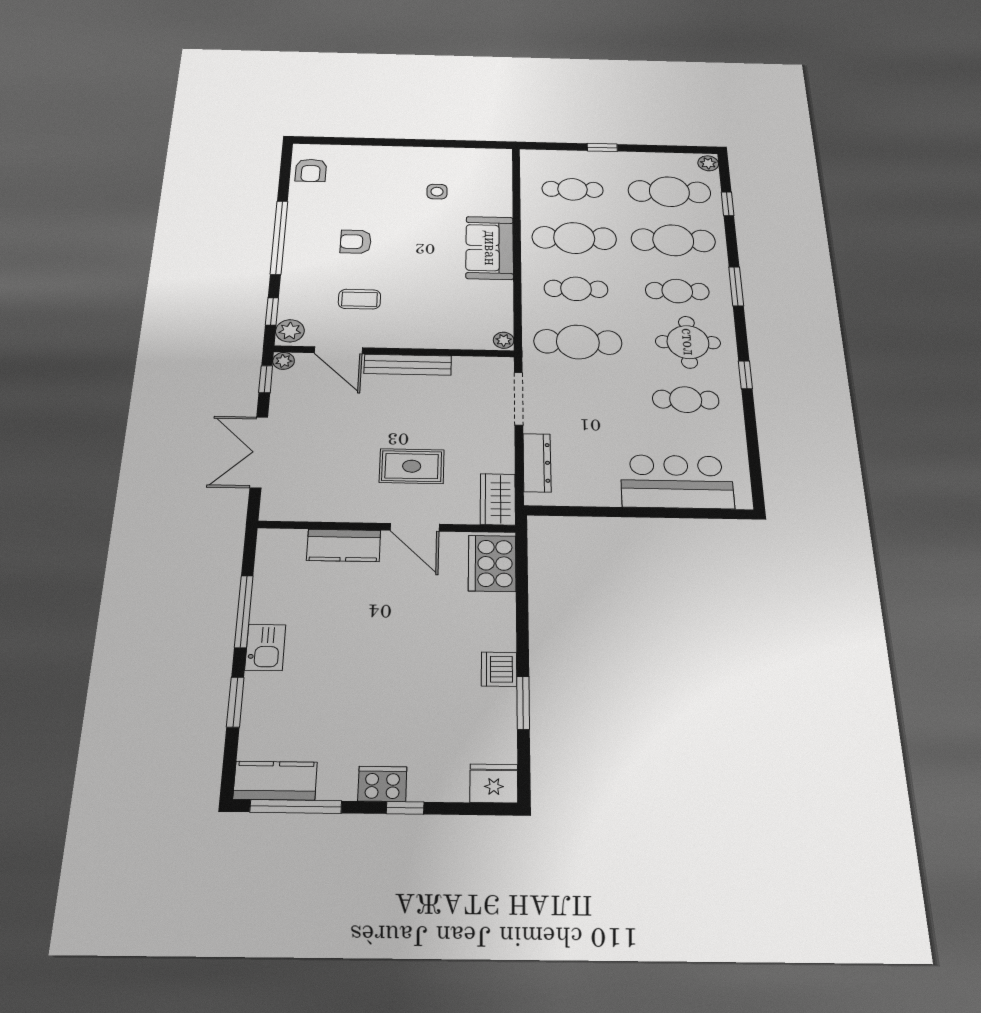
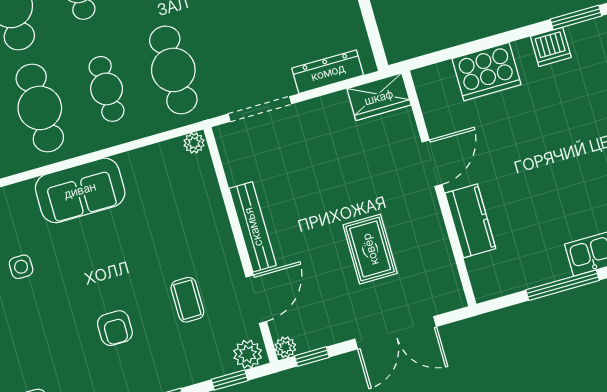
rug: (412, 466) -> (370, 249), moved
cooker: (492, 563) -> (486, 72), moved

